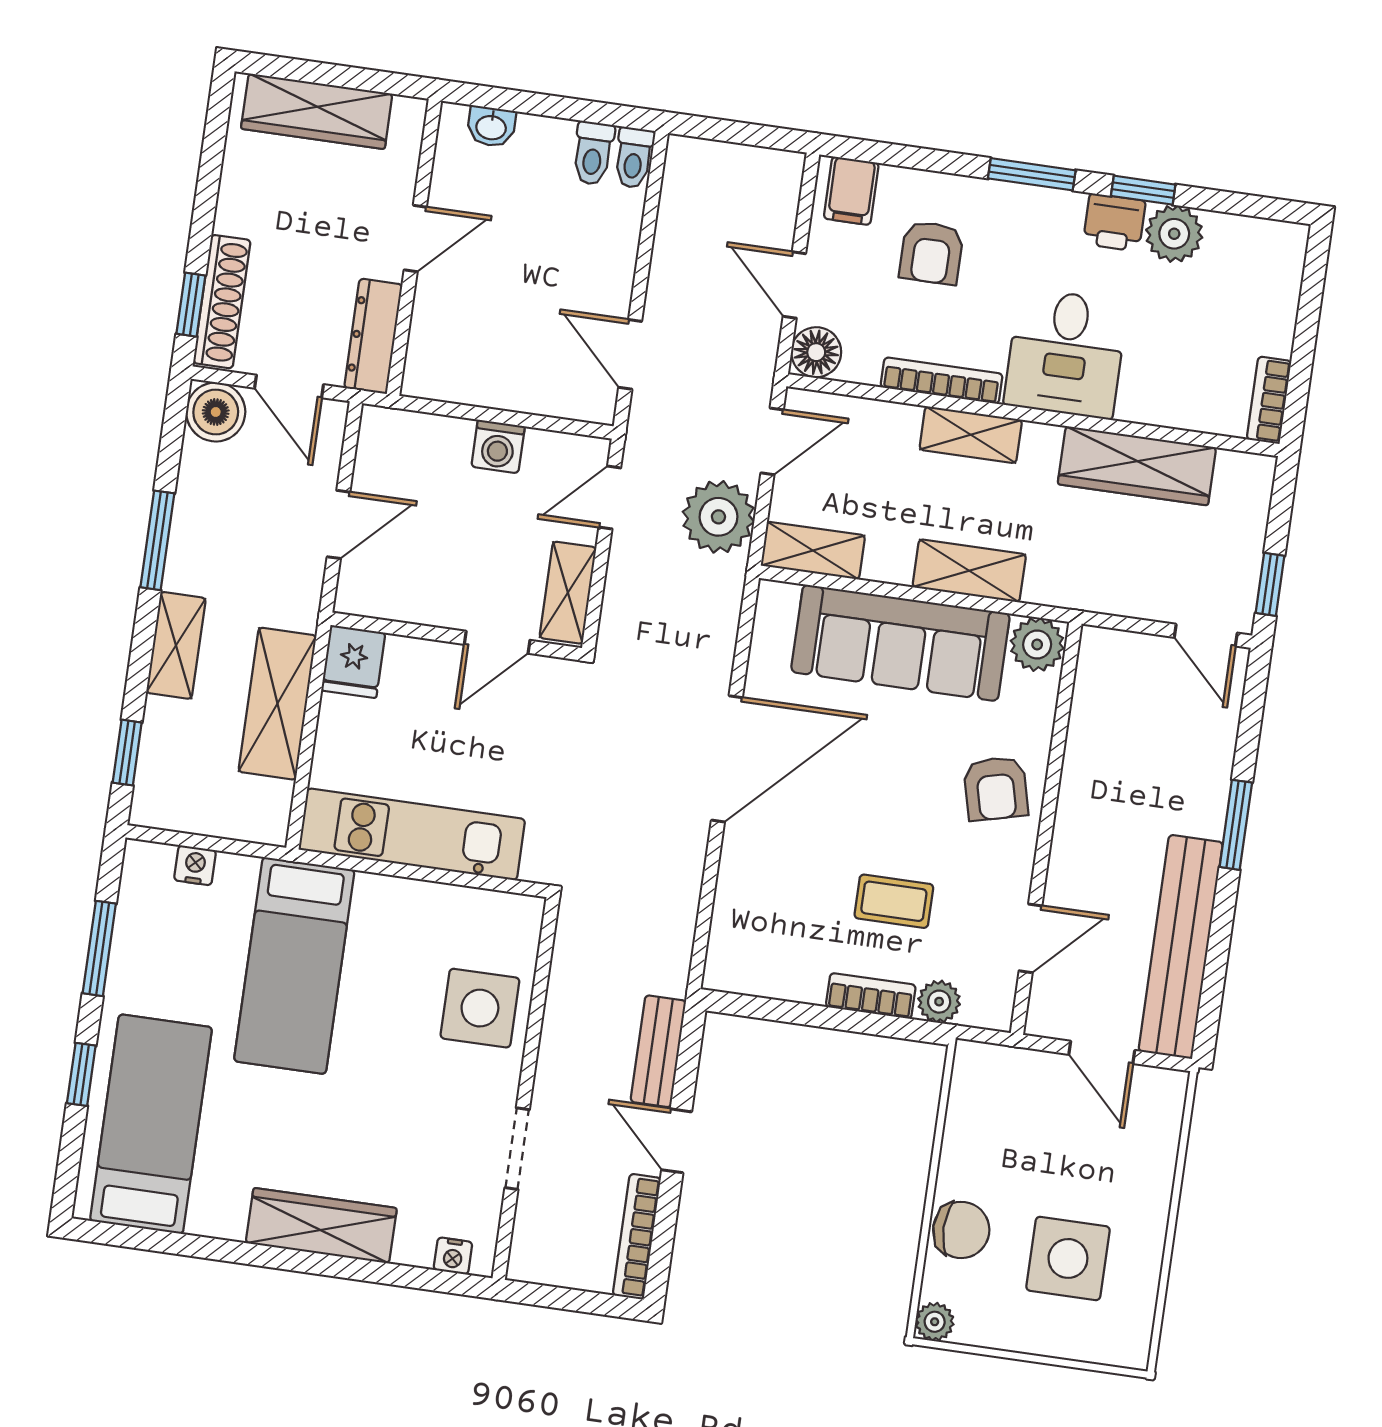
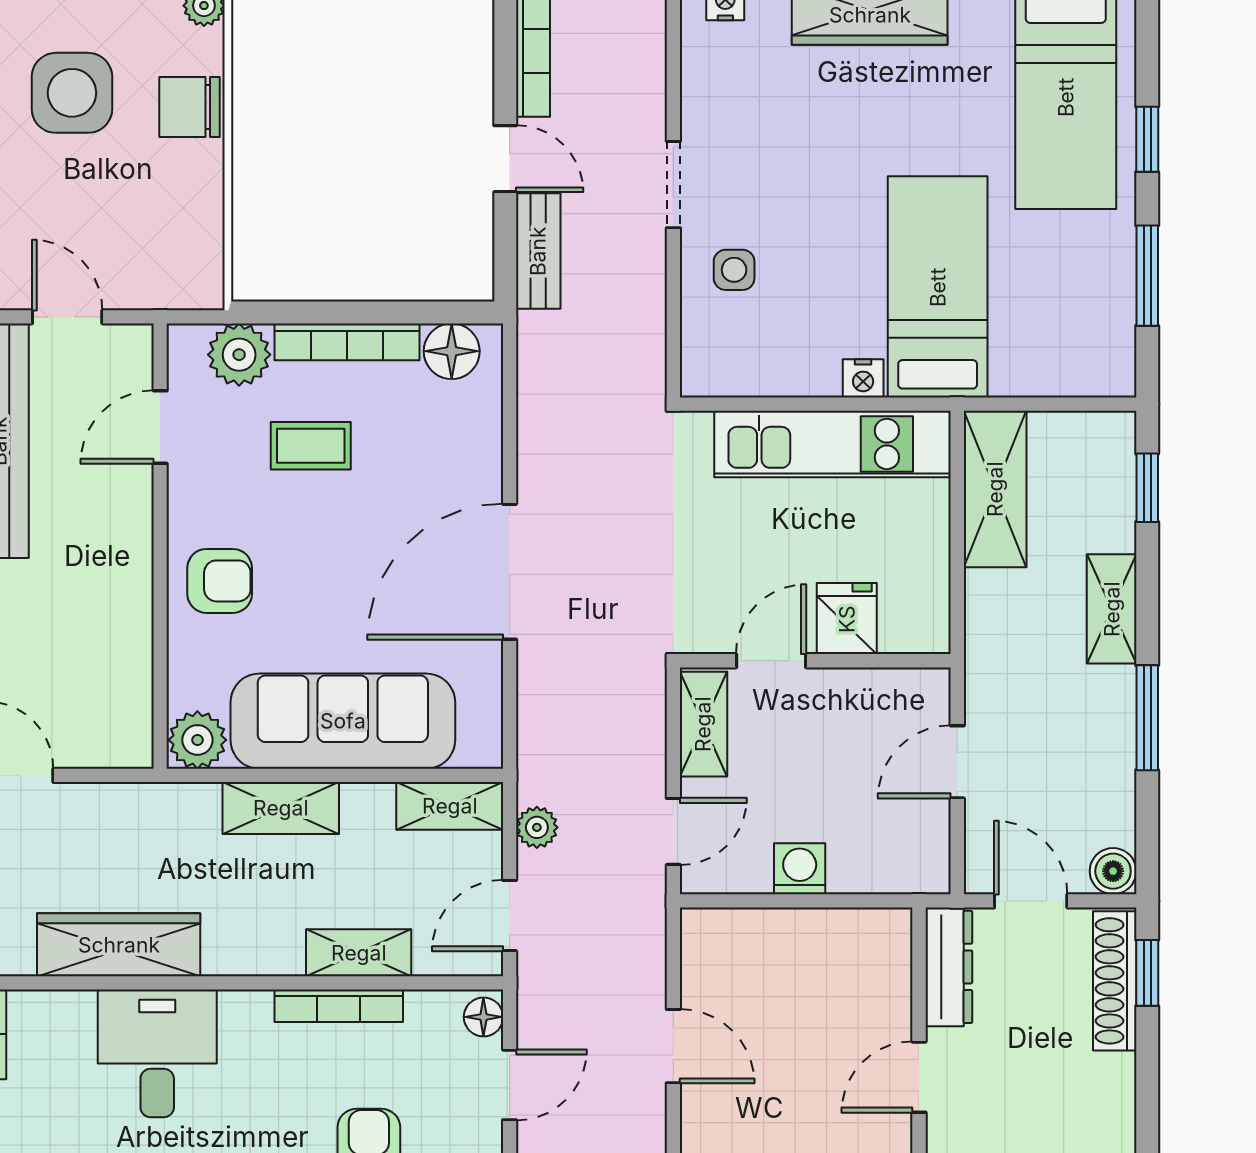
door: (794, 285) -> (510, 1085), hinge flipped
floor lamp: (816, 352) -> (483, 1017), width x0.73, depth x0.73
desk: (1066, 353) -> (157, 1053), moved
door: (630, 354) -> (673, 1046), moved
boiler: (216, 412) -> (1113, 871), width x0.73, depth x0.73
shelving: (971, 435) -> (359, 953), moved
plant: (718, 517) -> (537, 827), width x0.53, depth x0.53
fridge: (353, 662) -> (847, 619), moved
shelving: (277, 704) -> (995, 489), moved
armchair: (996, 788) -> (220, 581), turned 104
nightstand: (195, 865) -> (863, 378), moved
floor lamp: (751, 970) -> (452, 351), added
bookcase: (871, 996) -> (347, 342), width x1.56
plant: (939, 1002) -> (239, 355), width x1.38, depth x1.38
side table: (480, 1008) -> (734, 270), width x0.54, depth x0.54
doorway: (517, 1149) -> (673, 185), moved

